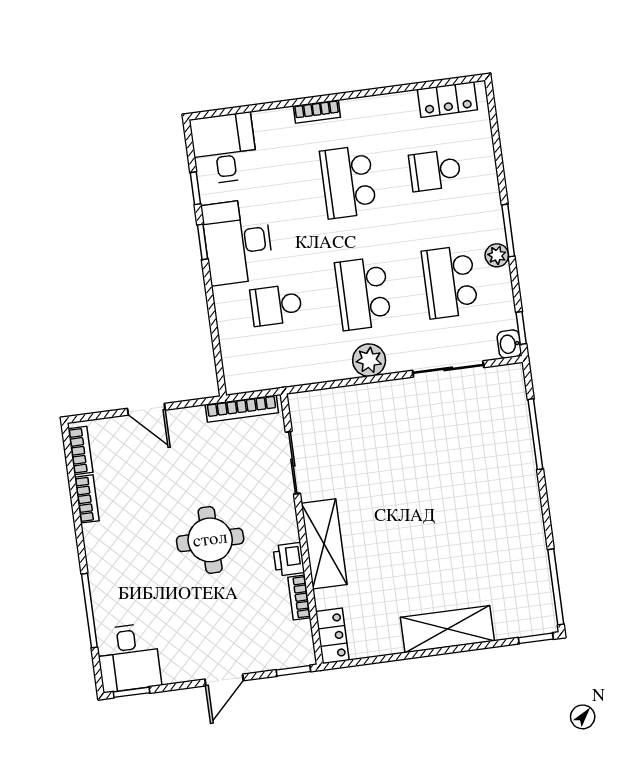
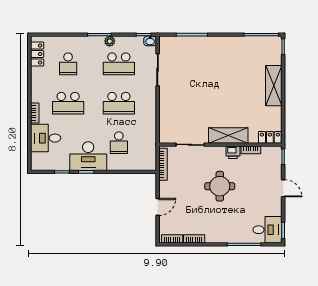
desk: (224, 148) -> (46, 138), moved
plant: (369, 360) -> (149, 105), removed

